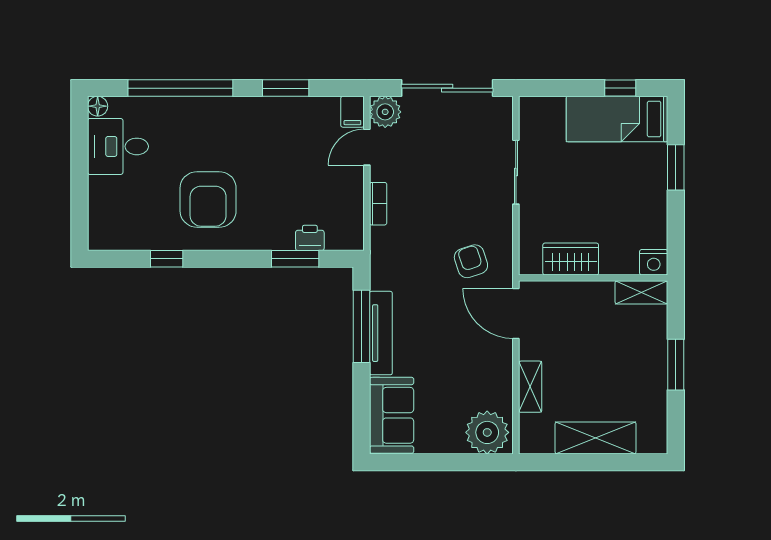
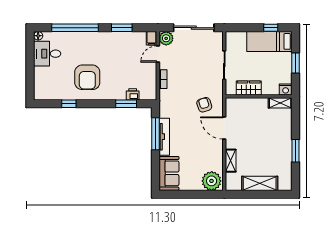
wardrobe: (571, 259) -> (249, 88), moved
nightstand: (654, 262) -> (286, 90), moved
wall: (593, 278) -> (259, 96), moved
shelving: (641, 292) -> (280, 103), moved

